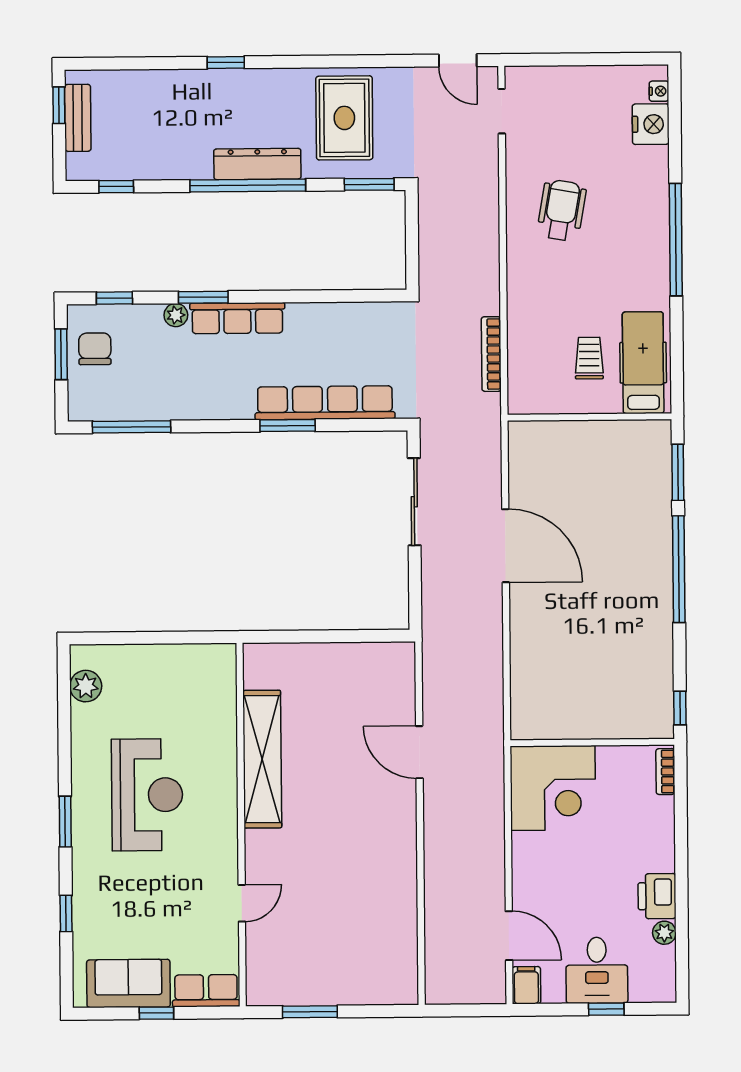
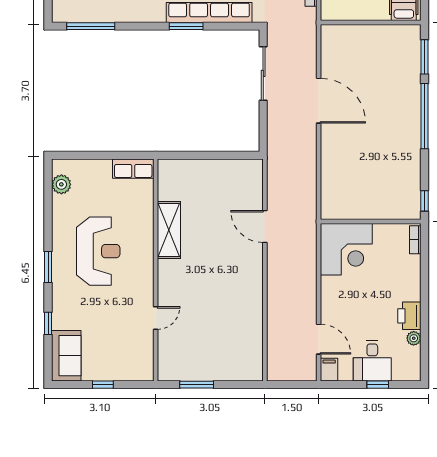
shelving: (262, 759) -> (169, 230), width x0.68
sofa: (128, 983) -> (66, 356), moved, turned 90
row of seats: (206, 991) -> (133, 169), moved, turned 180

